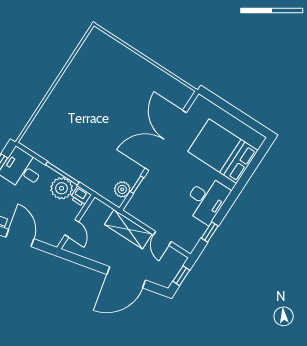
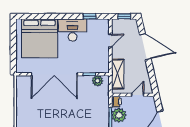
bed: (223, 151) -> (39, 38), width x1.36
shelving: (128, 229) -> (118, 74), moved

